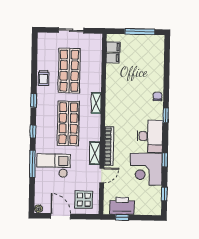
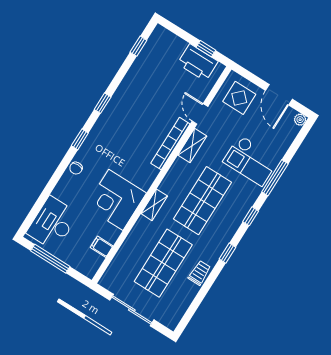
sliding door: (71, 30) -> (132, 310), width x1.37
filing cabinet: (113, 47) -> (93, 260), removed
desk: (150, 136) -> (53, 223), moved
window: (165, 160) -> (103, 103), moved
corner desk: (146, 169) -> (116, 200), moved, turned 180
door: (102, 175) -> (200, 114), hinge flipped

